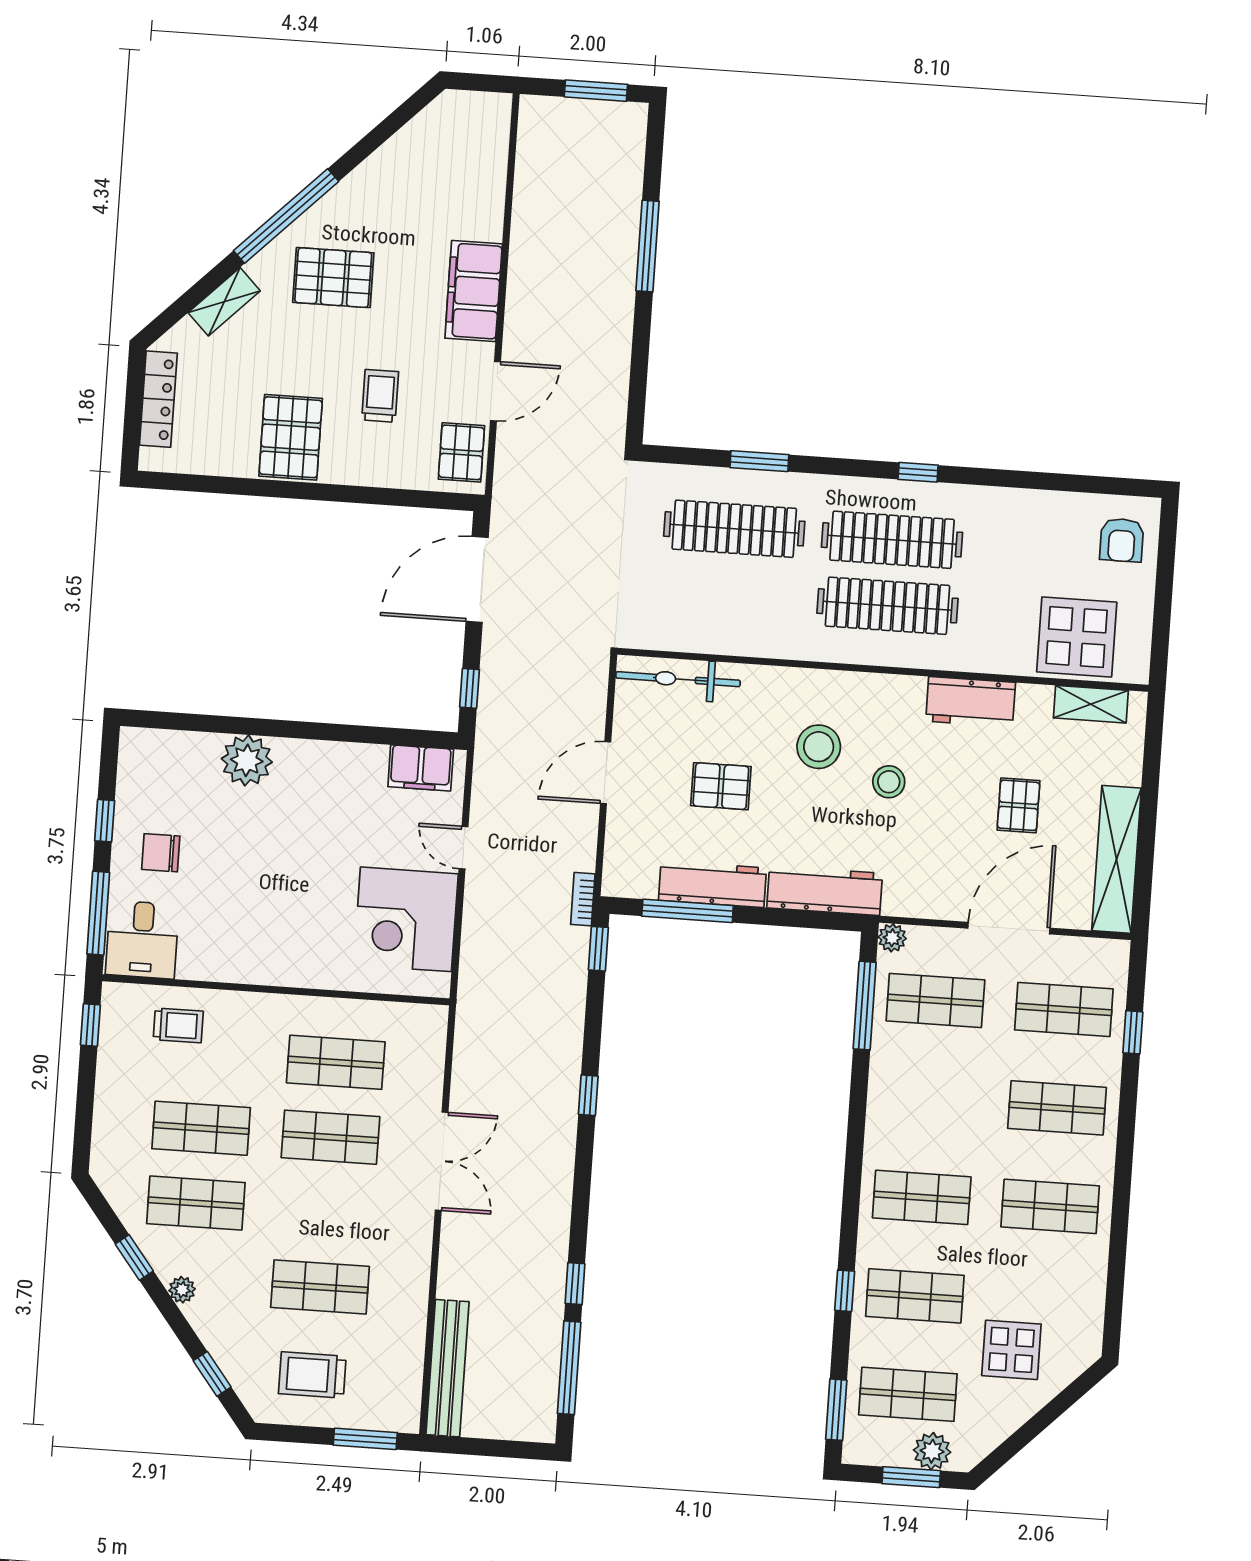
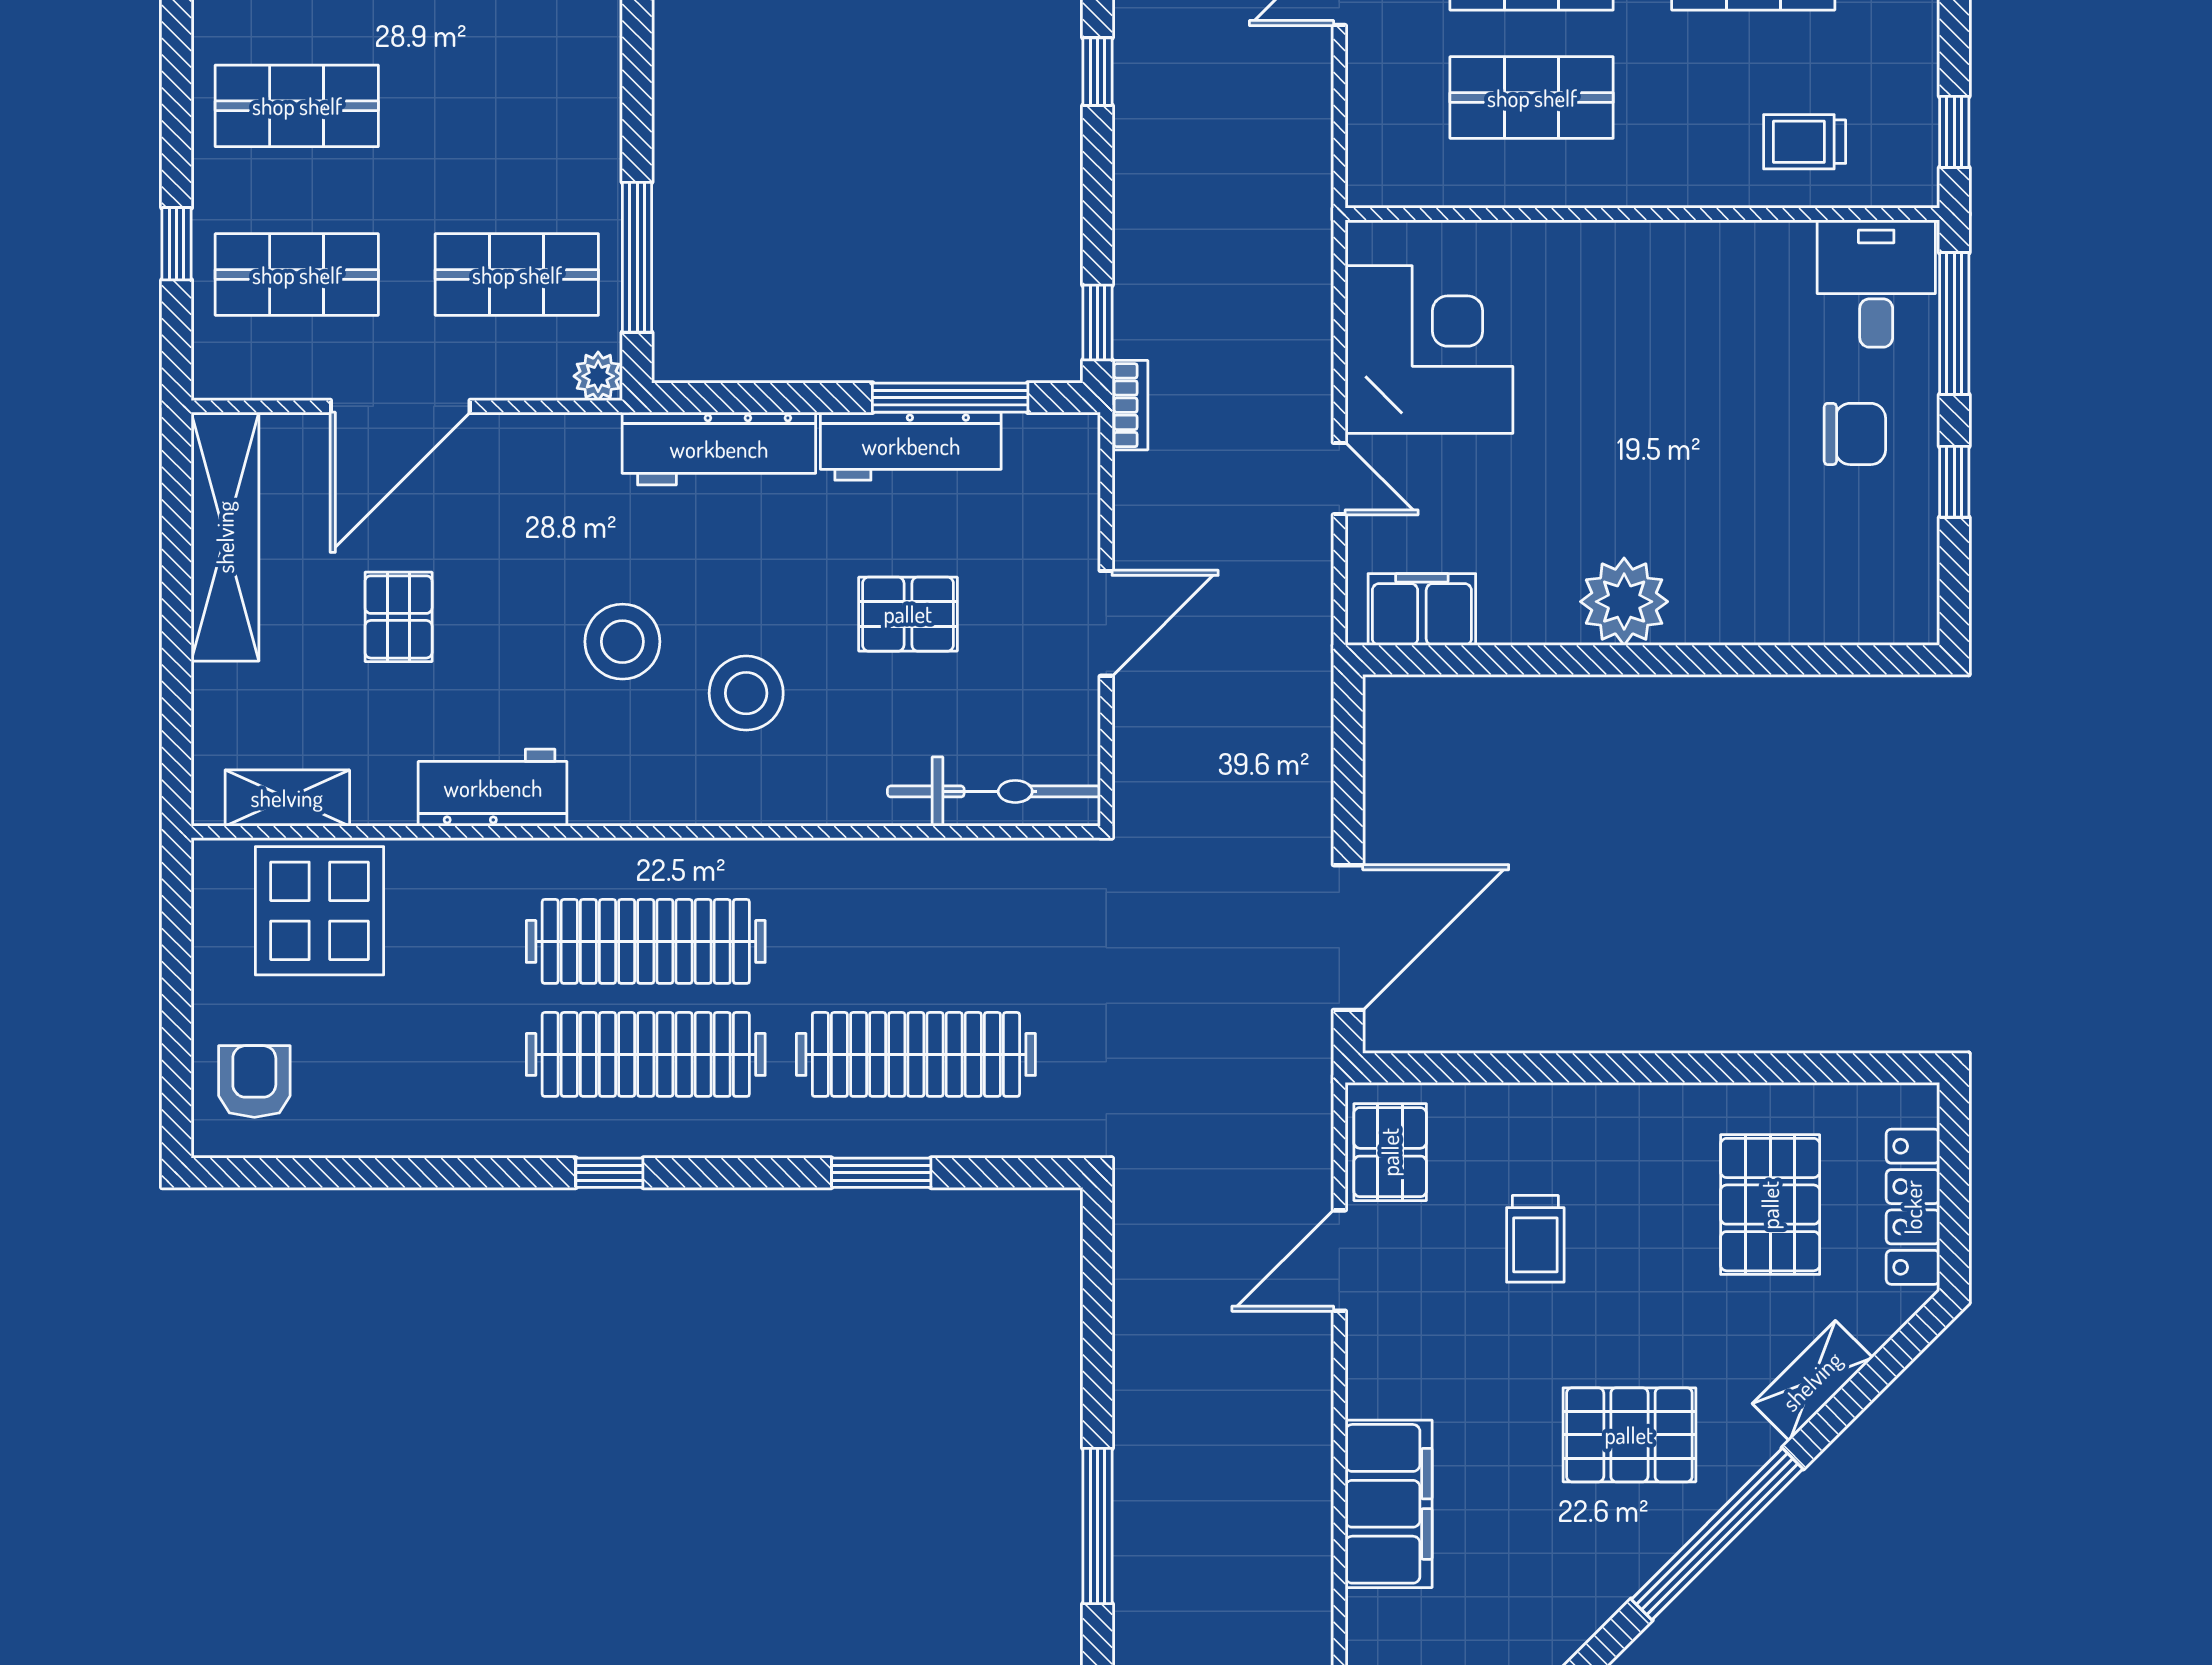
filing cabinet: (474, 291) -> (1389, 1504), moved
pallet: (291, 437) -> (1770, 1205), moved
window: (470, 688) -> (1348, 751), removed
plant: (247, 760) -> (1624, 602), moved
stool: (889, 782) -> (622, 642), width x1.38, depth x1.38

